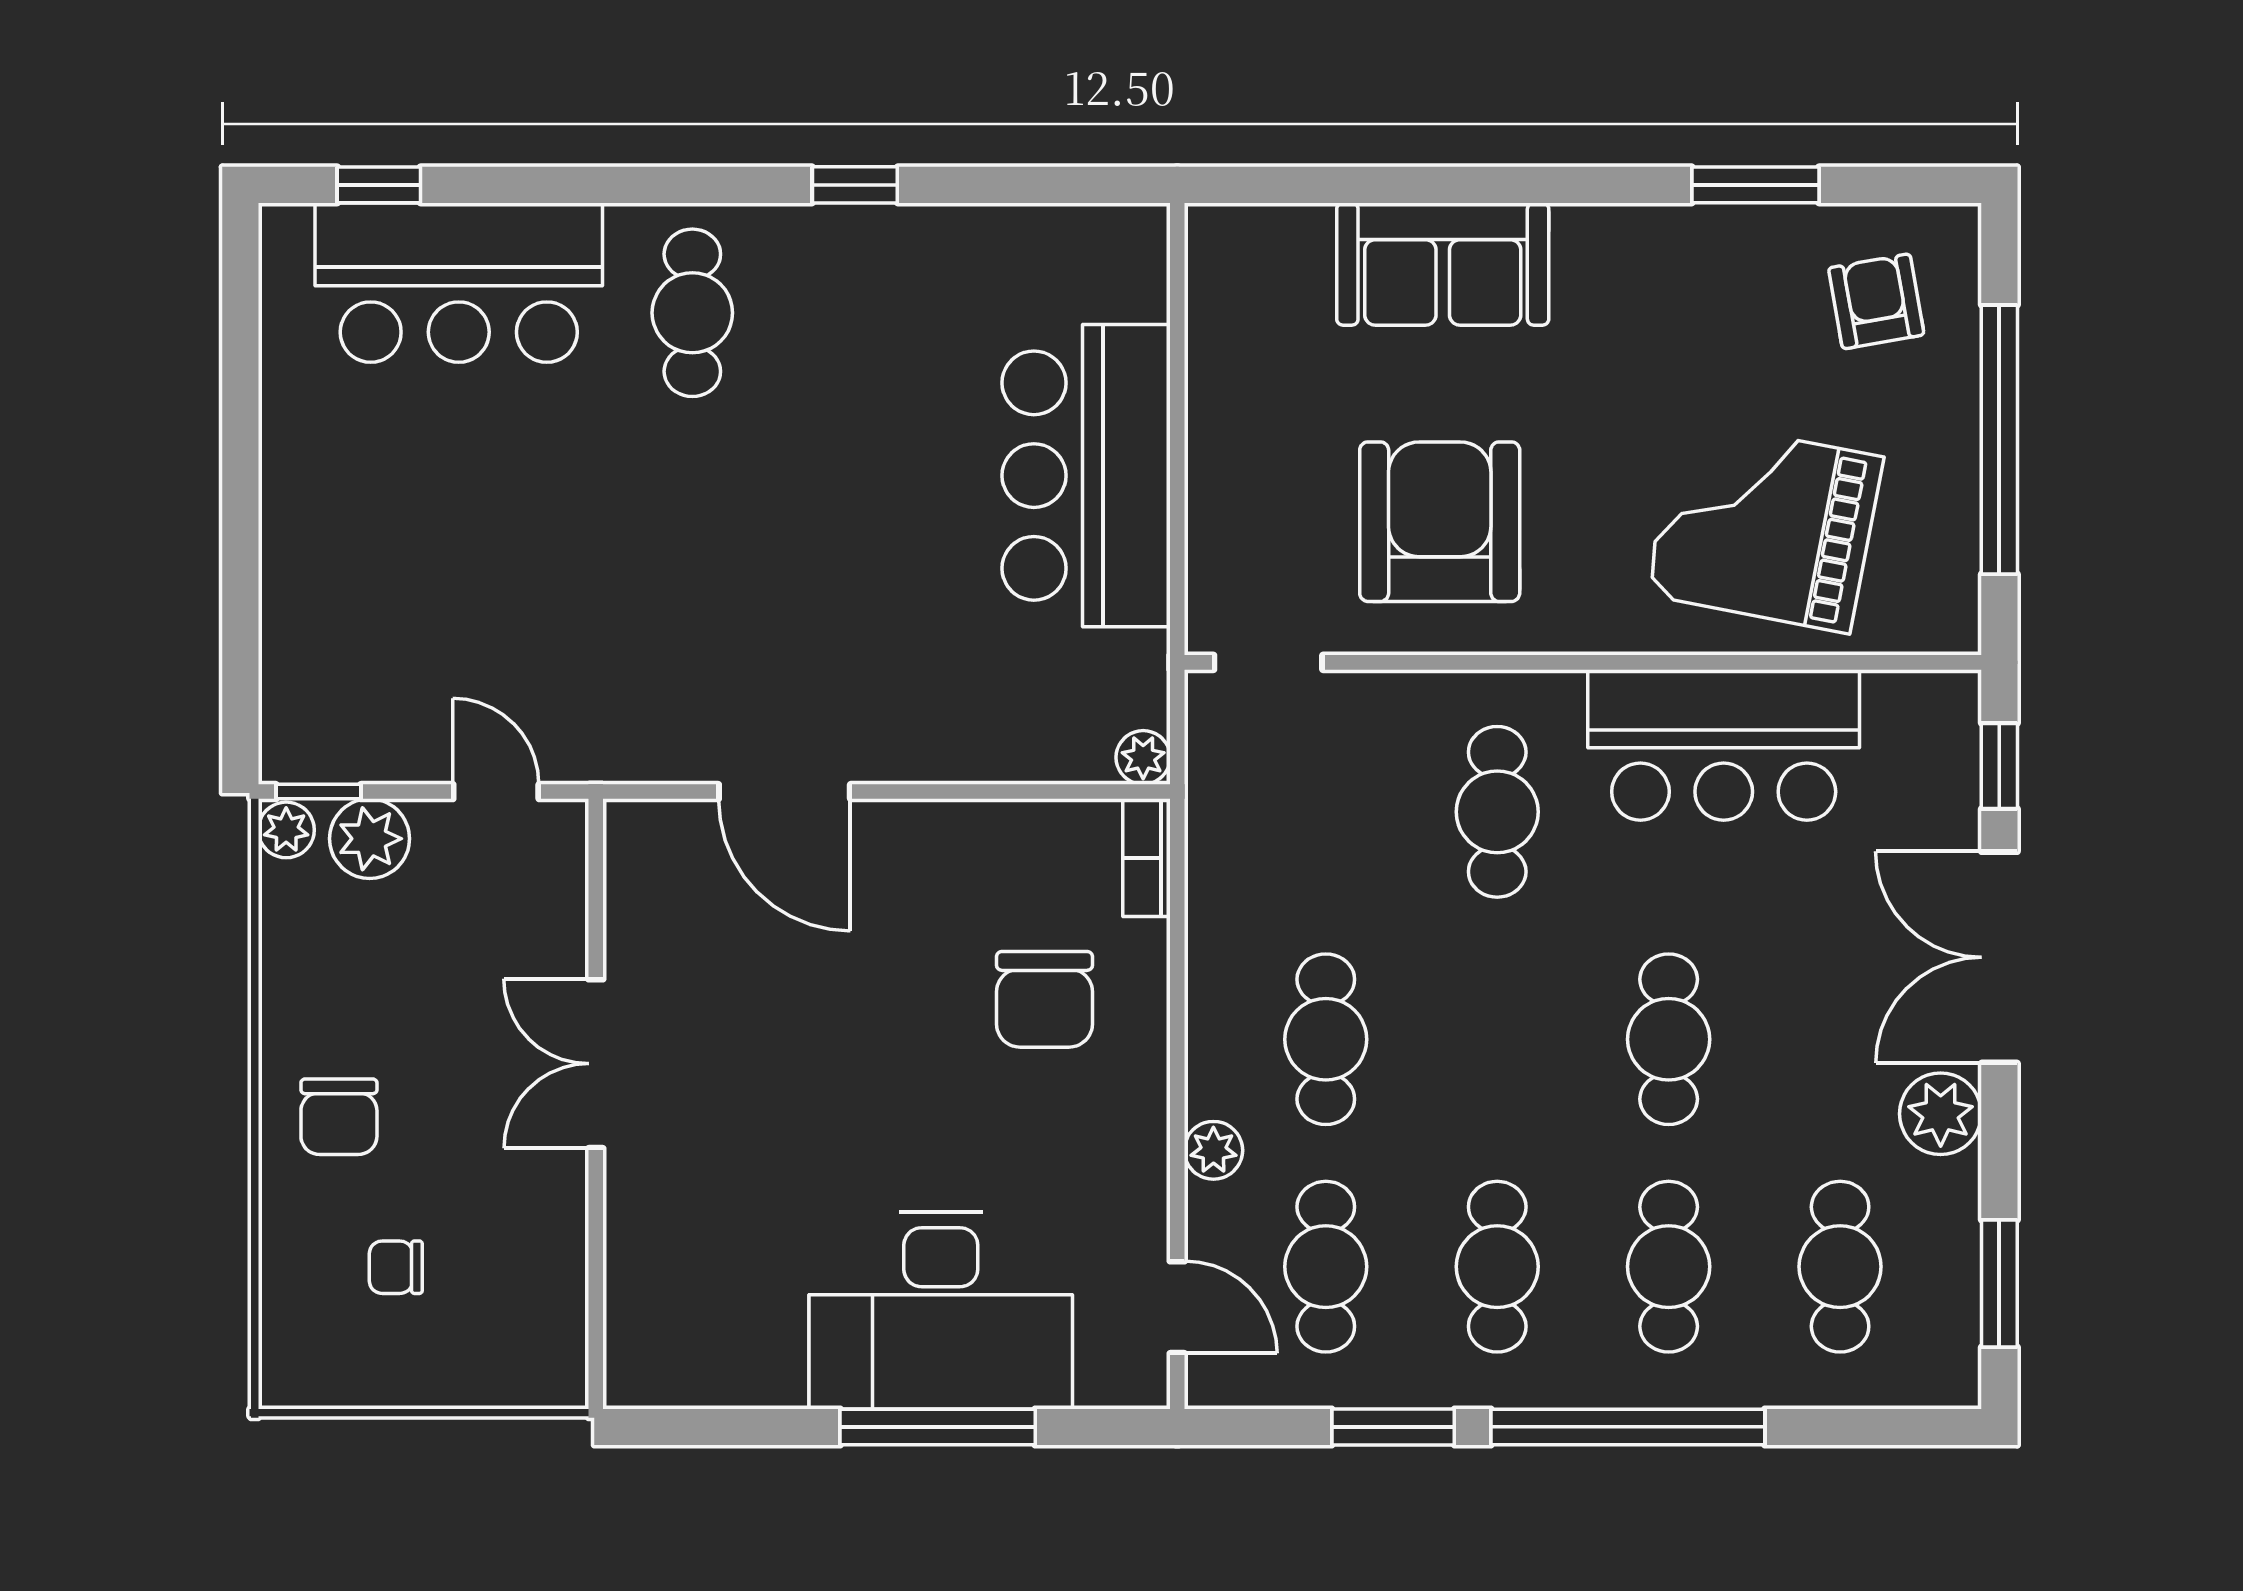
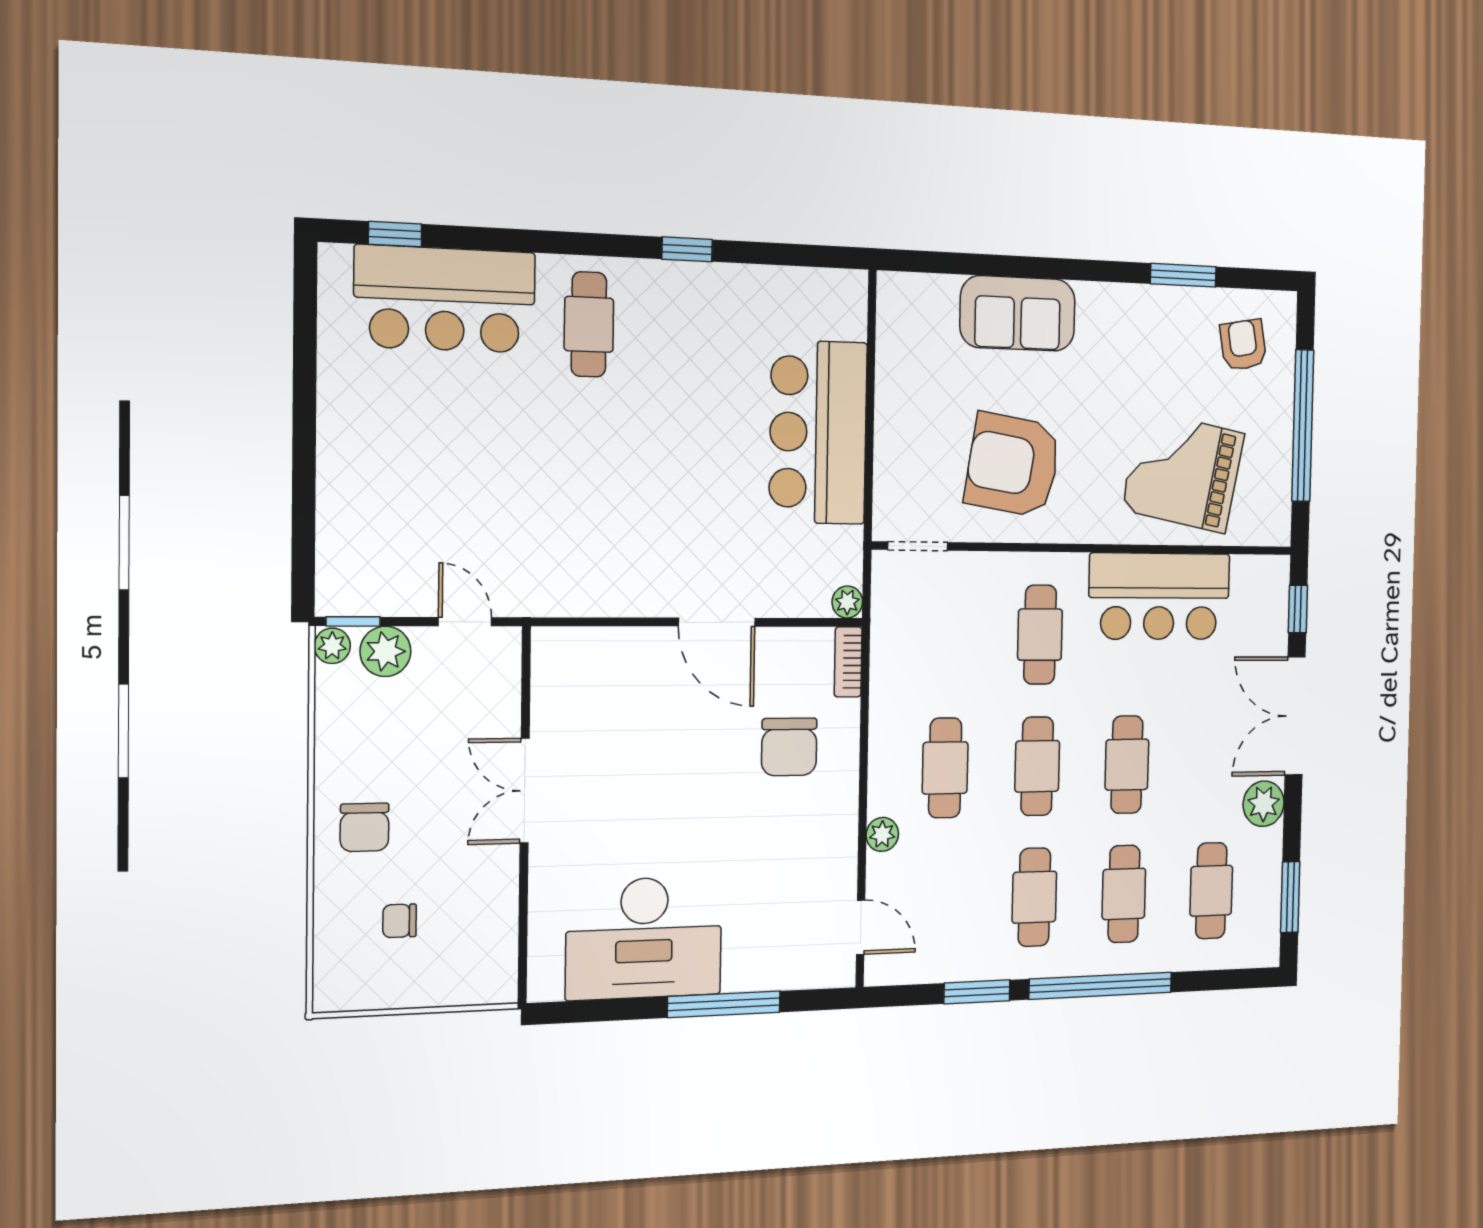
armchair: (1440, 522) -> (1013, 465), turned -81
door: (784, 792) -> (717, 622), moved
cafe table: (1326, 1267) -> (1037, 766), moved
desk: (941, 1310) -> (644, 938), moved

